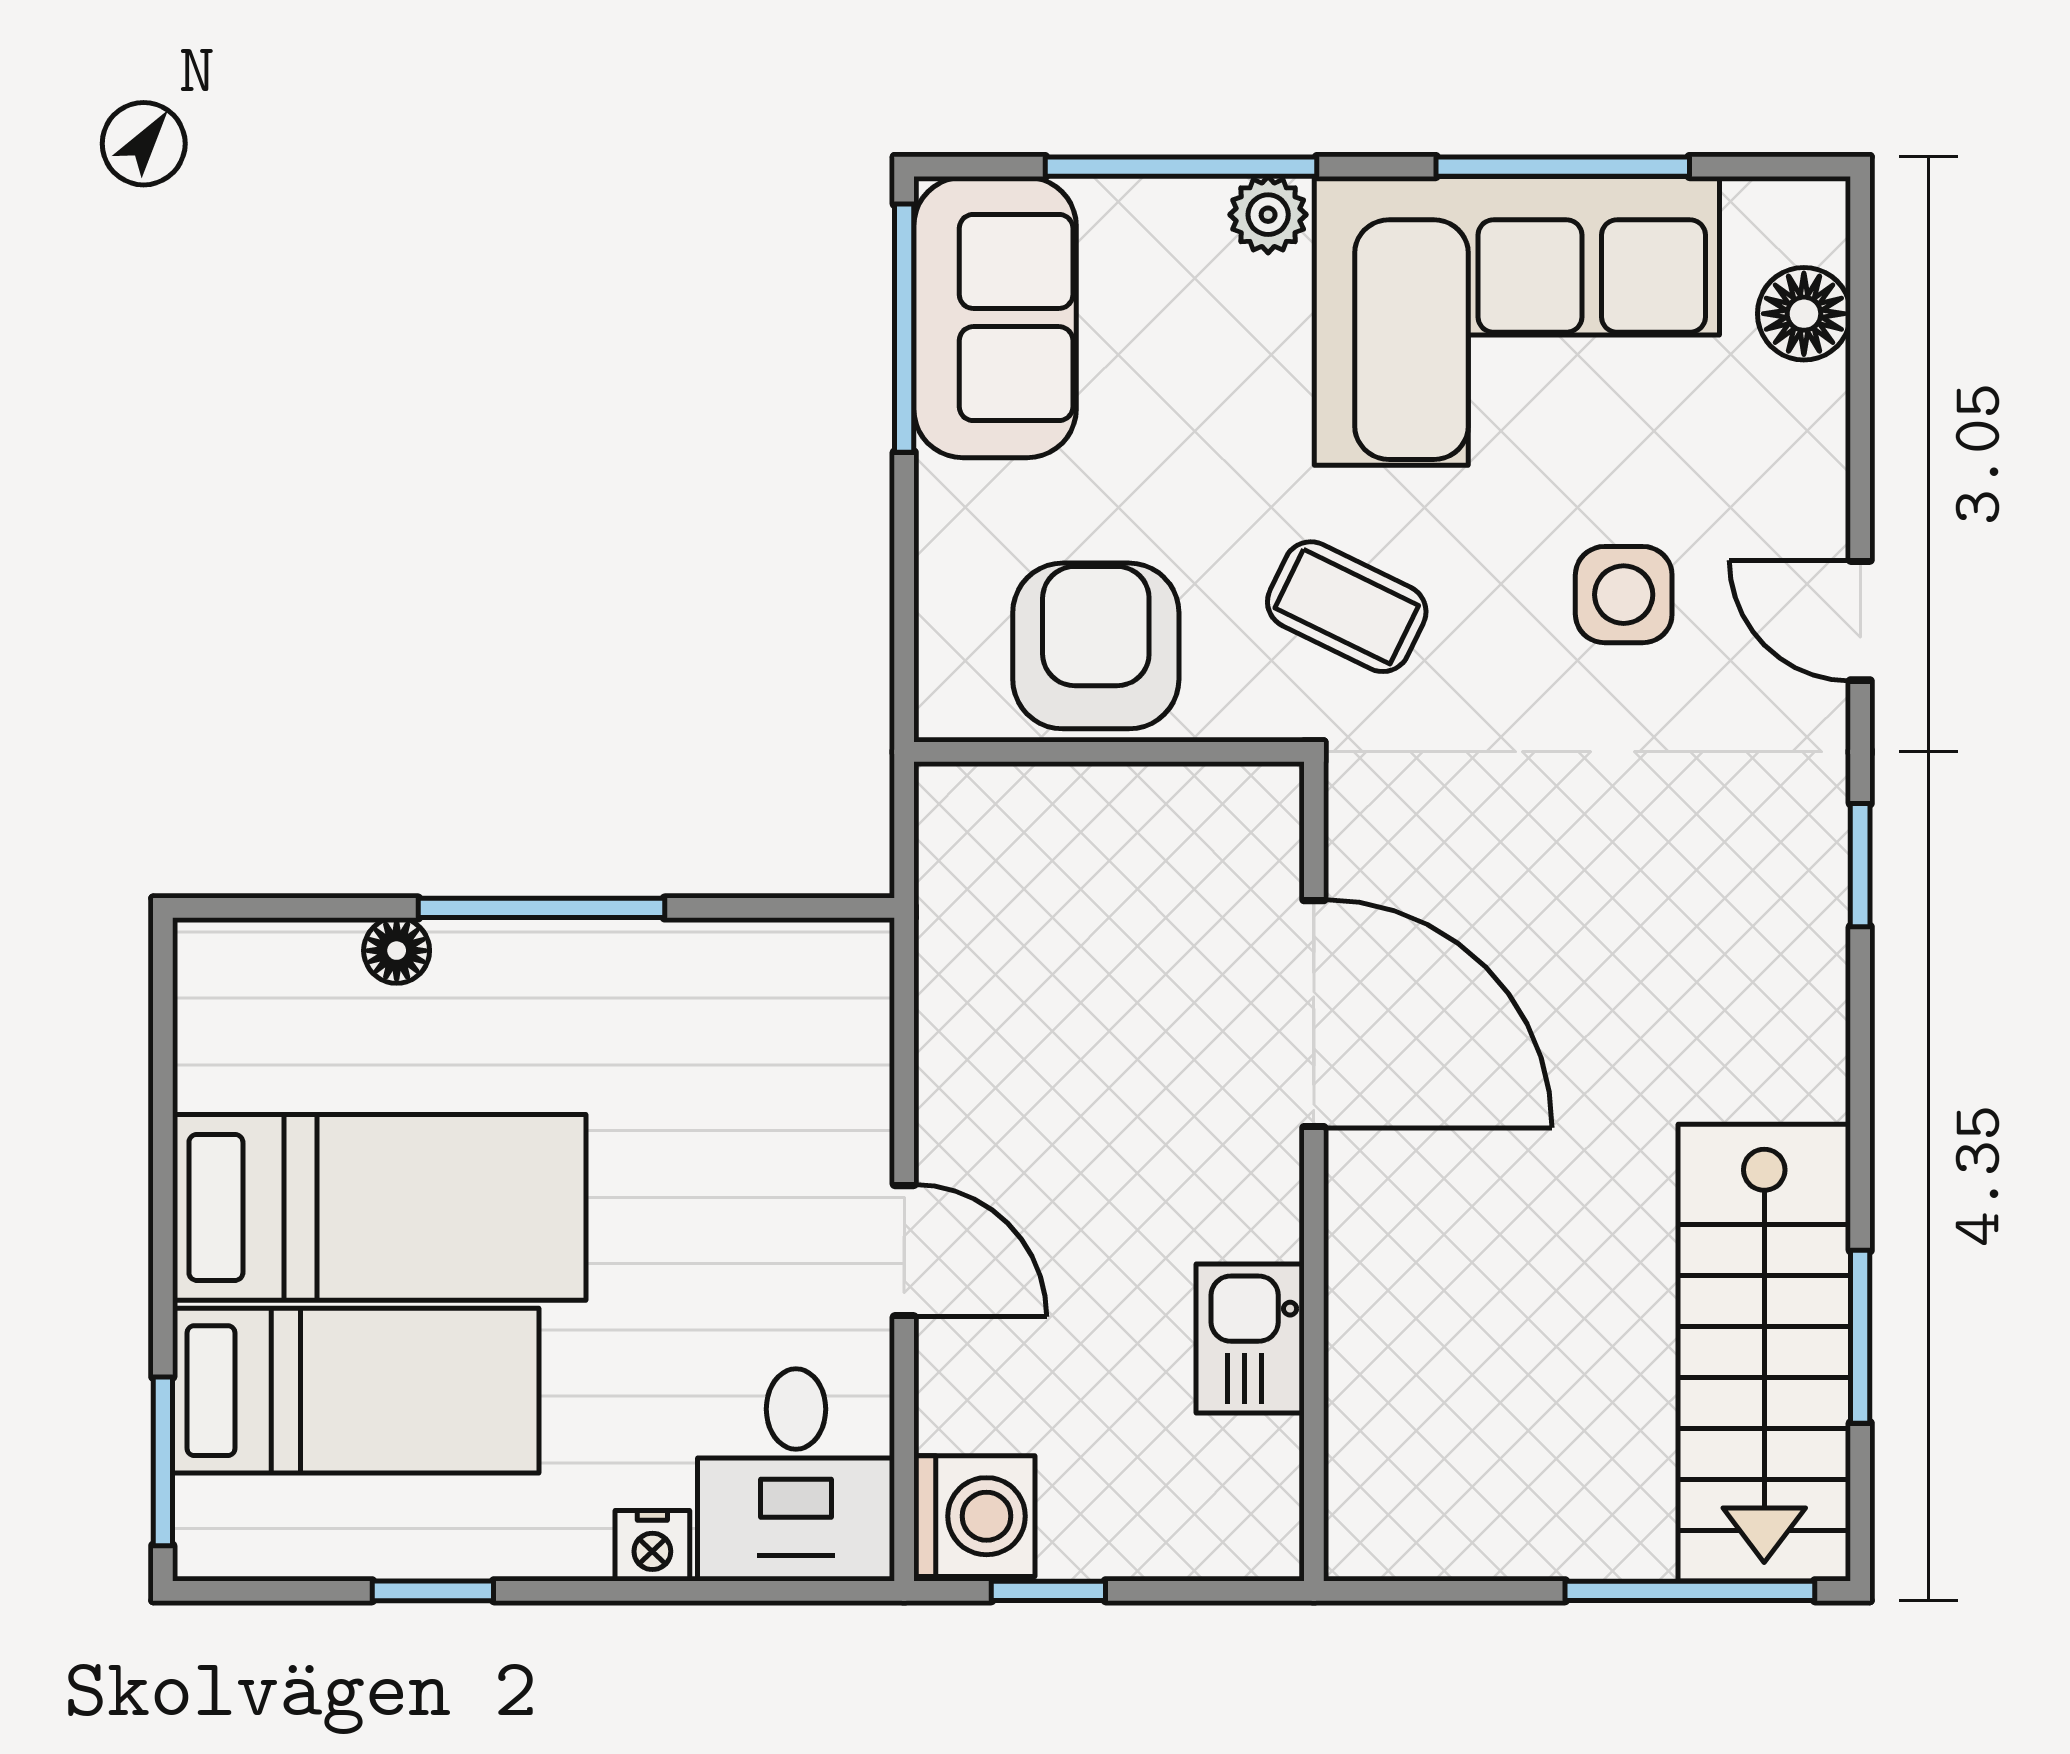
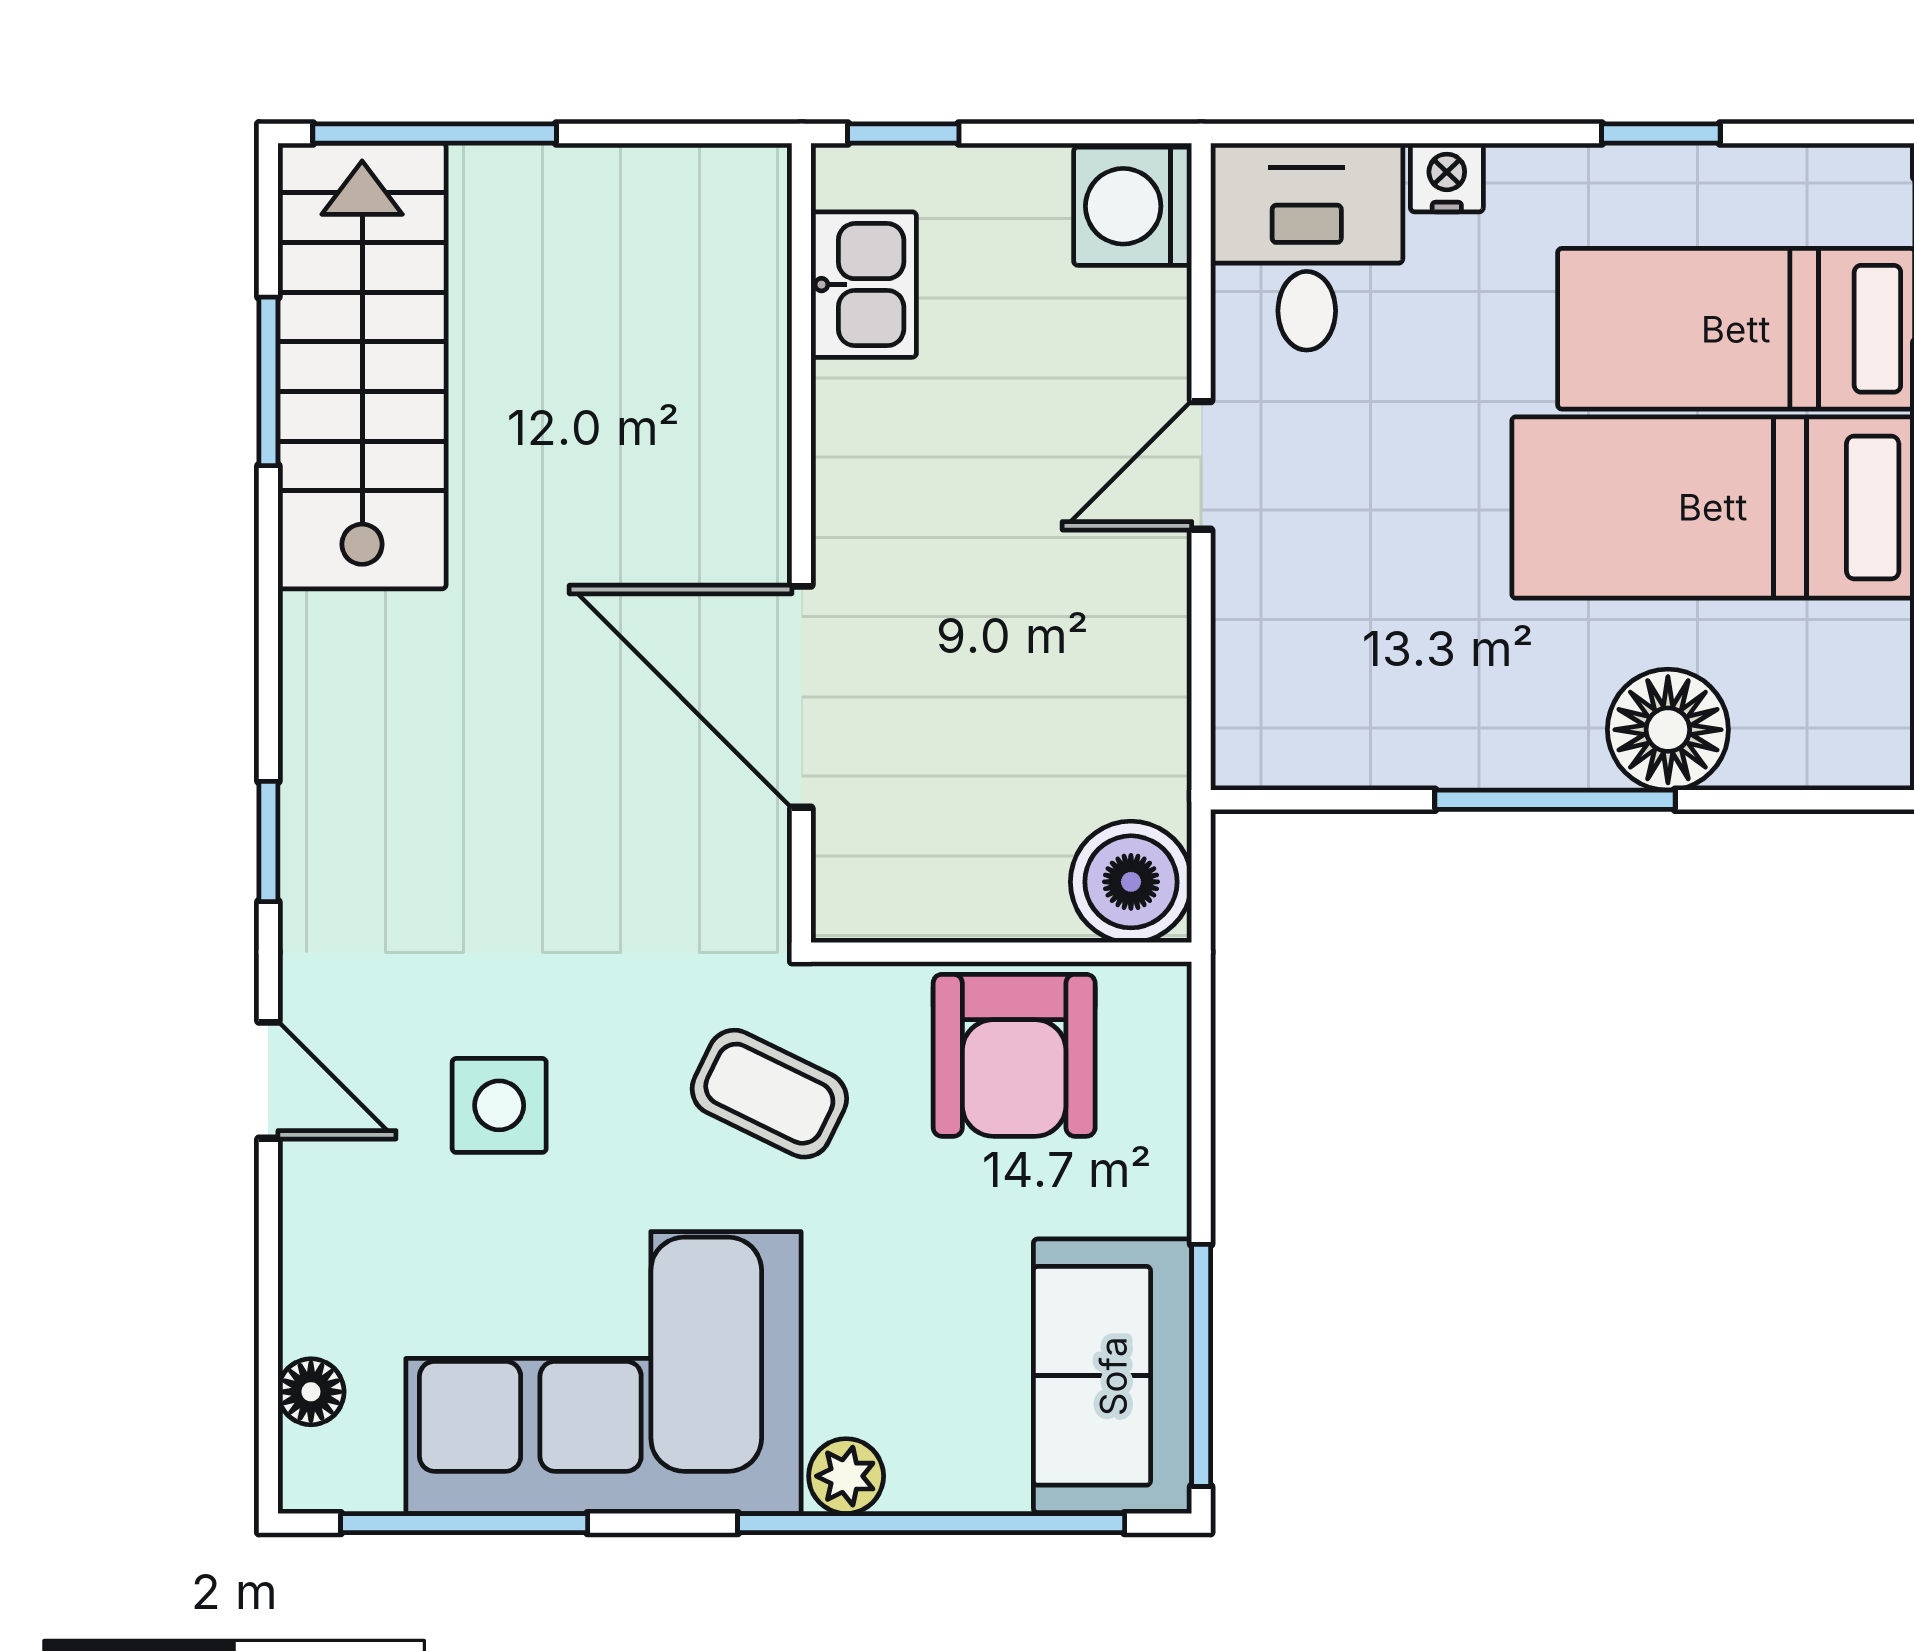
window: (1181, 167) -> (931, 1523), width x1.46
window: (1563, 167) -> (464, 1523), moved
floor lamp: (1804, 314) -> (311, 1392), width x0.73, depth x0.73
boiler: (976, 824) -> (1131, 882), added
floor lamp: (397, 951) -> (1668, 730), width x1.89, depth x1.89
door: (904, 1251) -> (1201, 465), hinge flipped
kitchen sink: (1250, 1338) -> (864, 285), moved
window: (1048, 1591) -> (903, 134), moved

